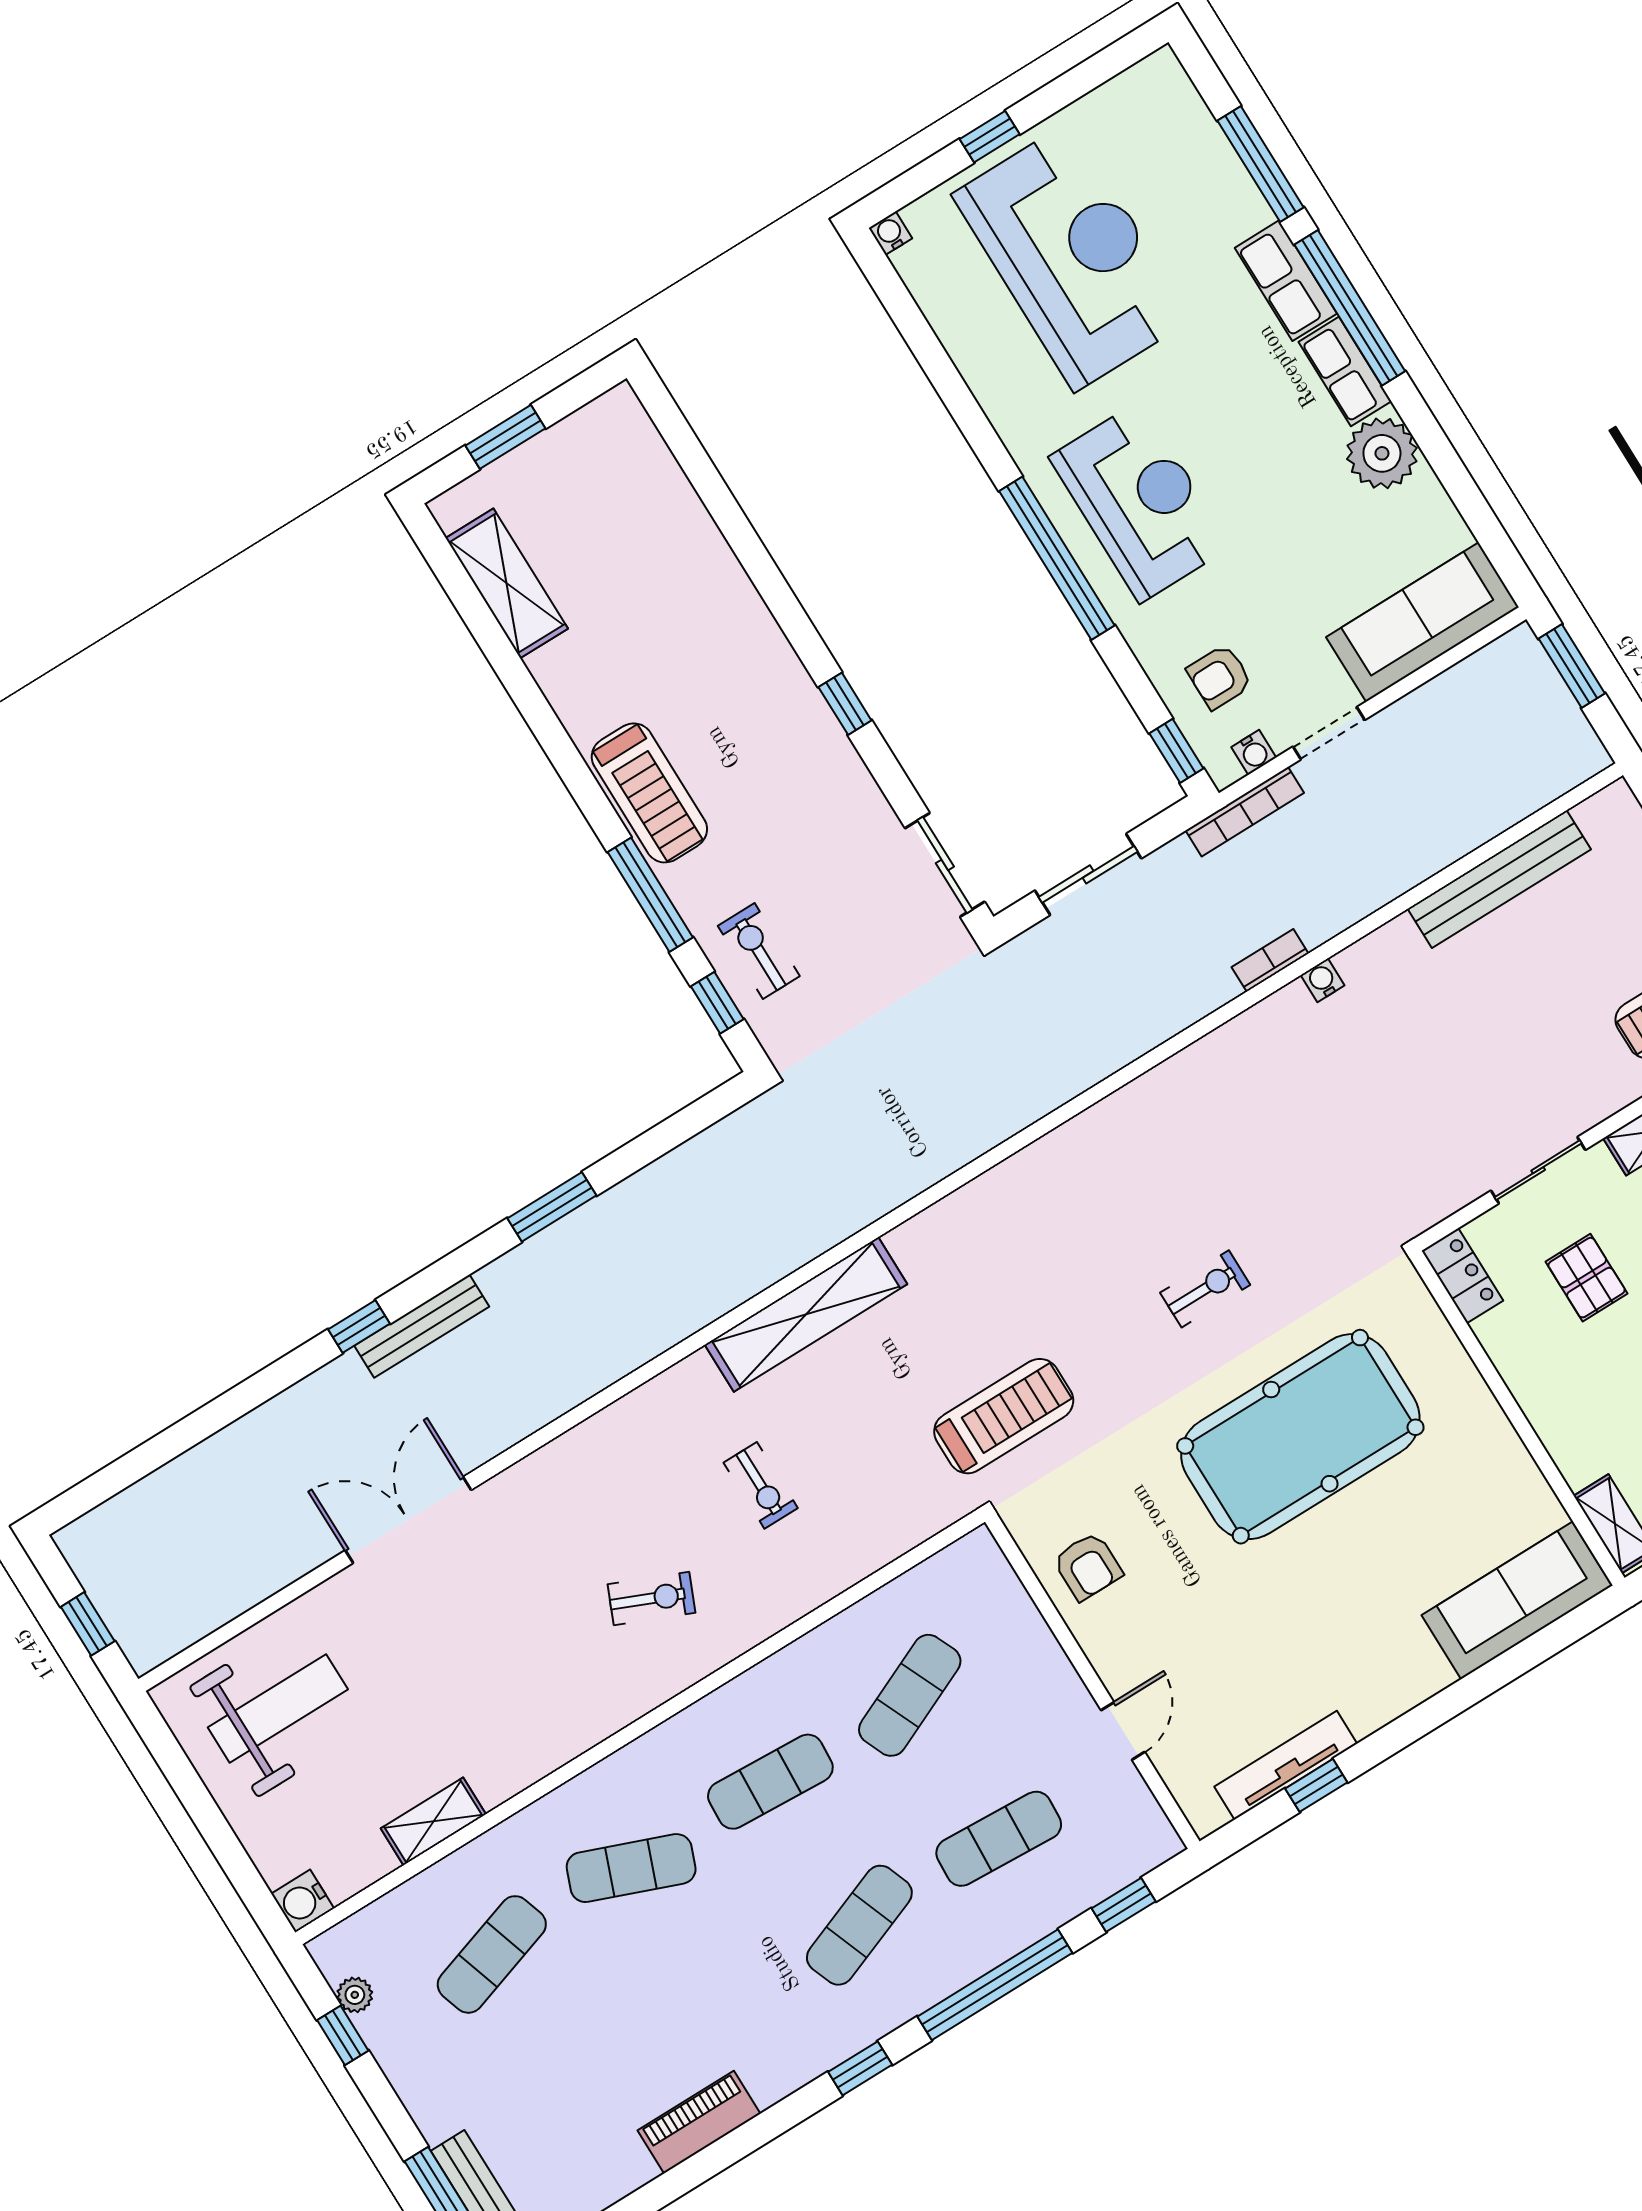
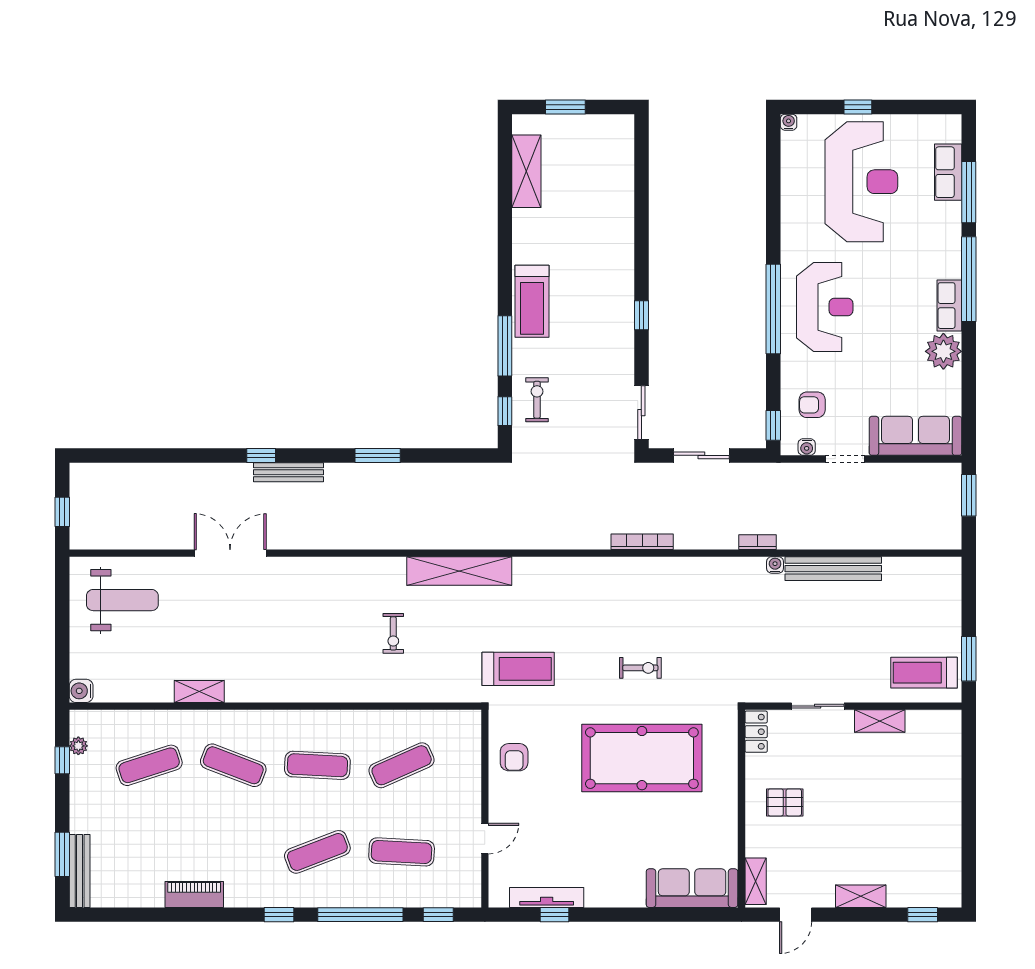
row of seats: (1286, 281) -> (948, 172), moved
bookcase: (1245, 812) -> (642, 542), moved, turned 180
bench: (1499, 879) -> (833, 569), moved
pallet: (1587, 1278) -> (785, 802), moved, turned 90
exercise bike: (651, 1598) -> (315, 653), removed
shelving: (433, 1821) -> (199, 691), moved

